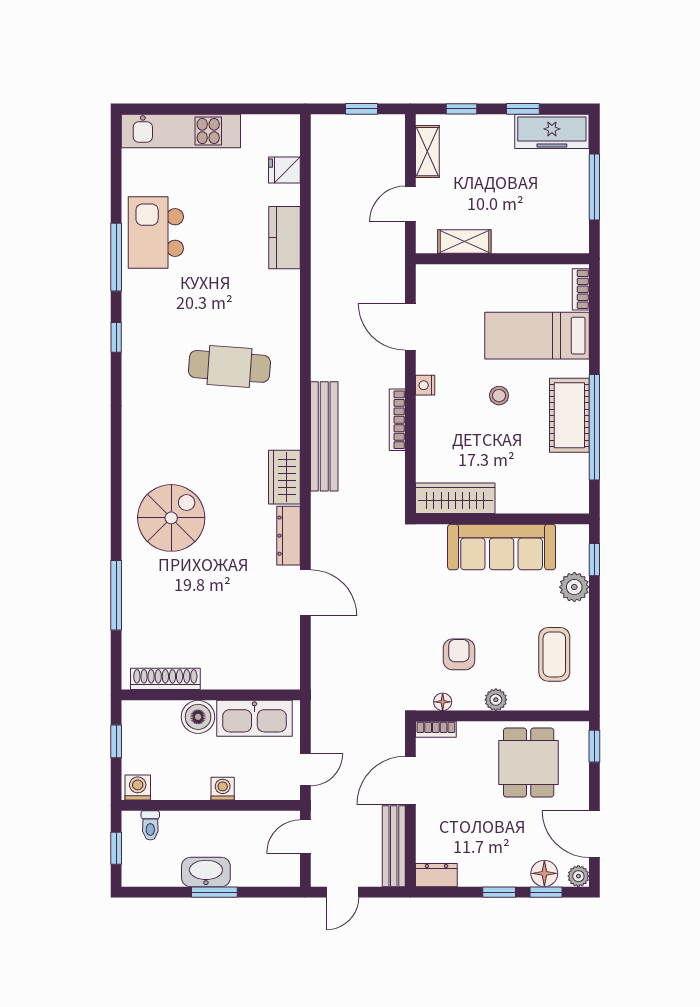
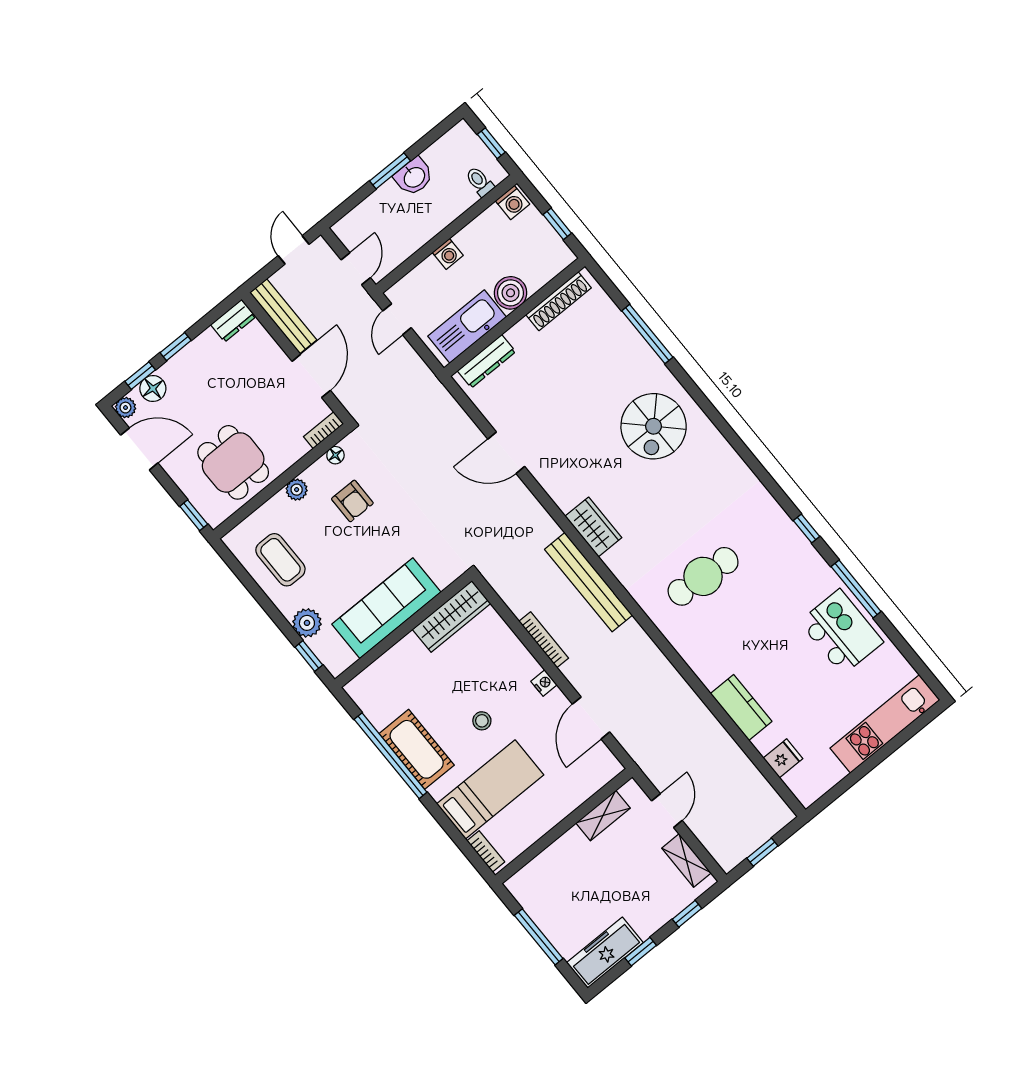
door: (410, 327) -> (591, 718), swing flipped
dresser: (289, 536) -> (487, 361), moved, turned 90
washbasin: (206, 872) -> (414, 177), width x0.72

